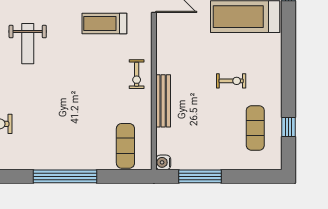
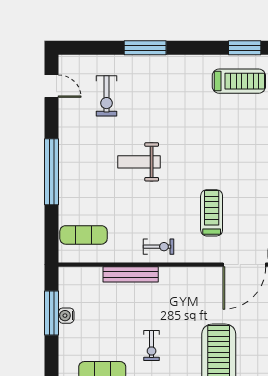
weight bench: (28, 44) -> (139, 162), moved
exercise bike: (137, 74) -> (159, 247), turned 180
water cooler: (163, 162) -> (66, 316), moved, turned -90

